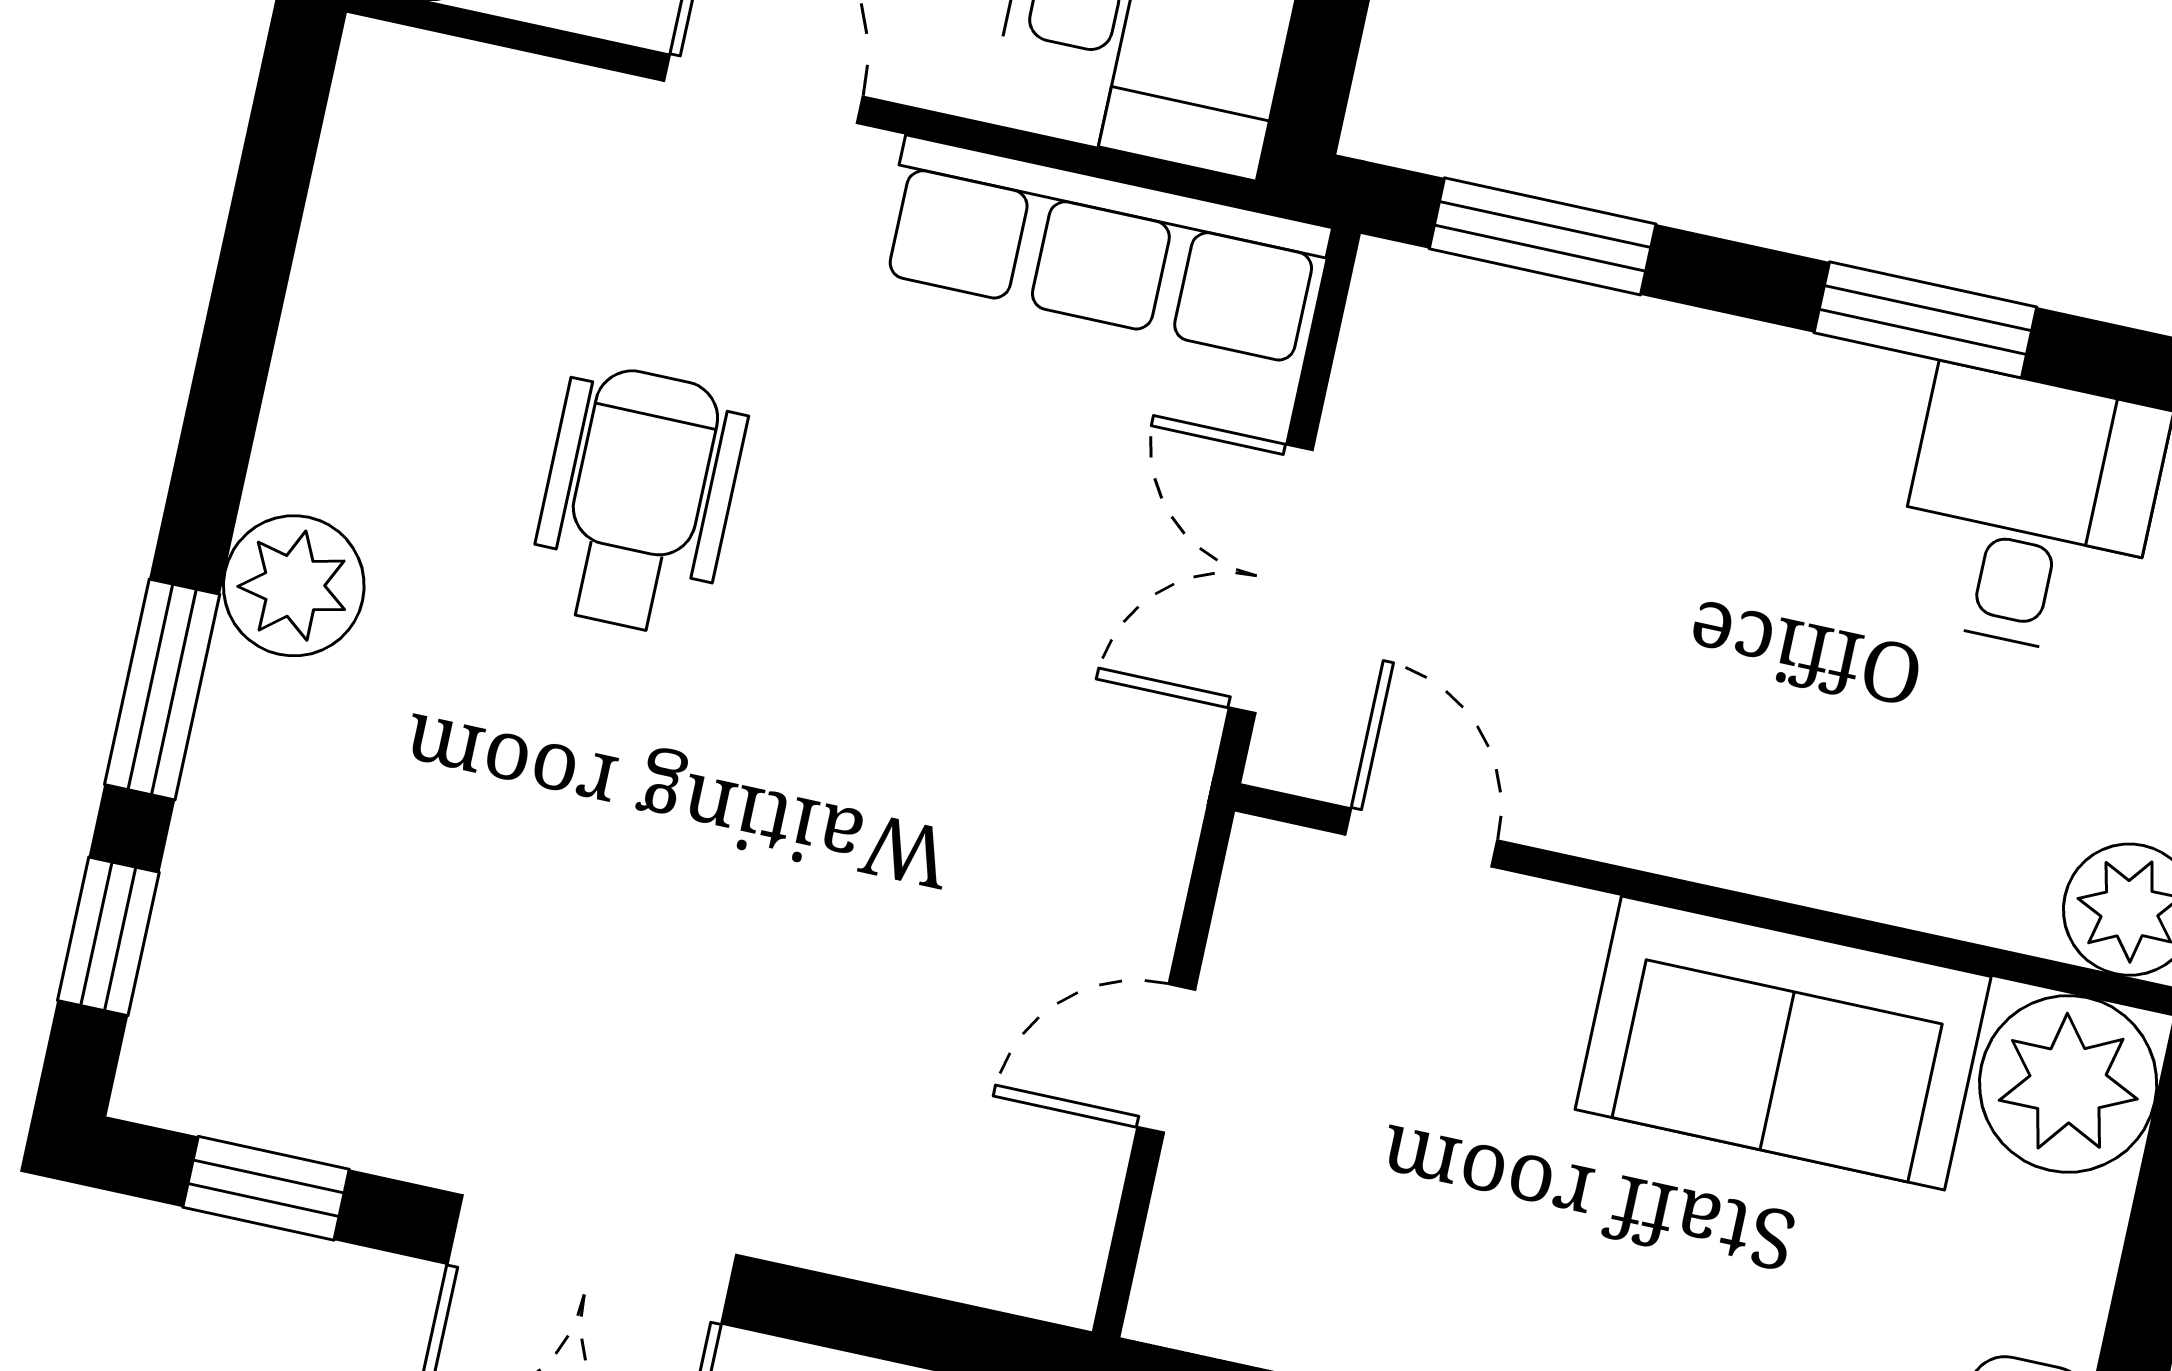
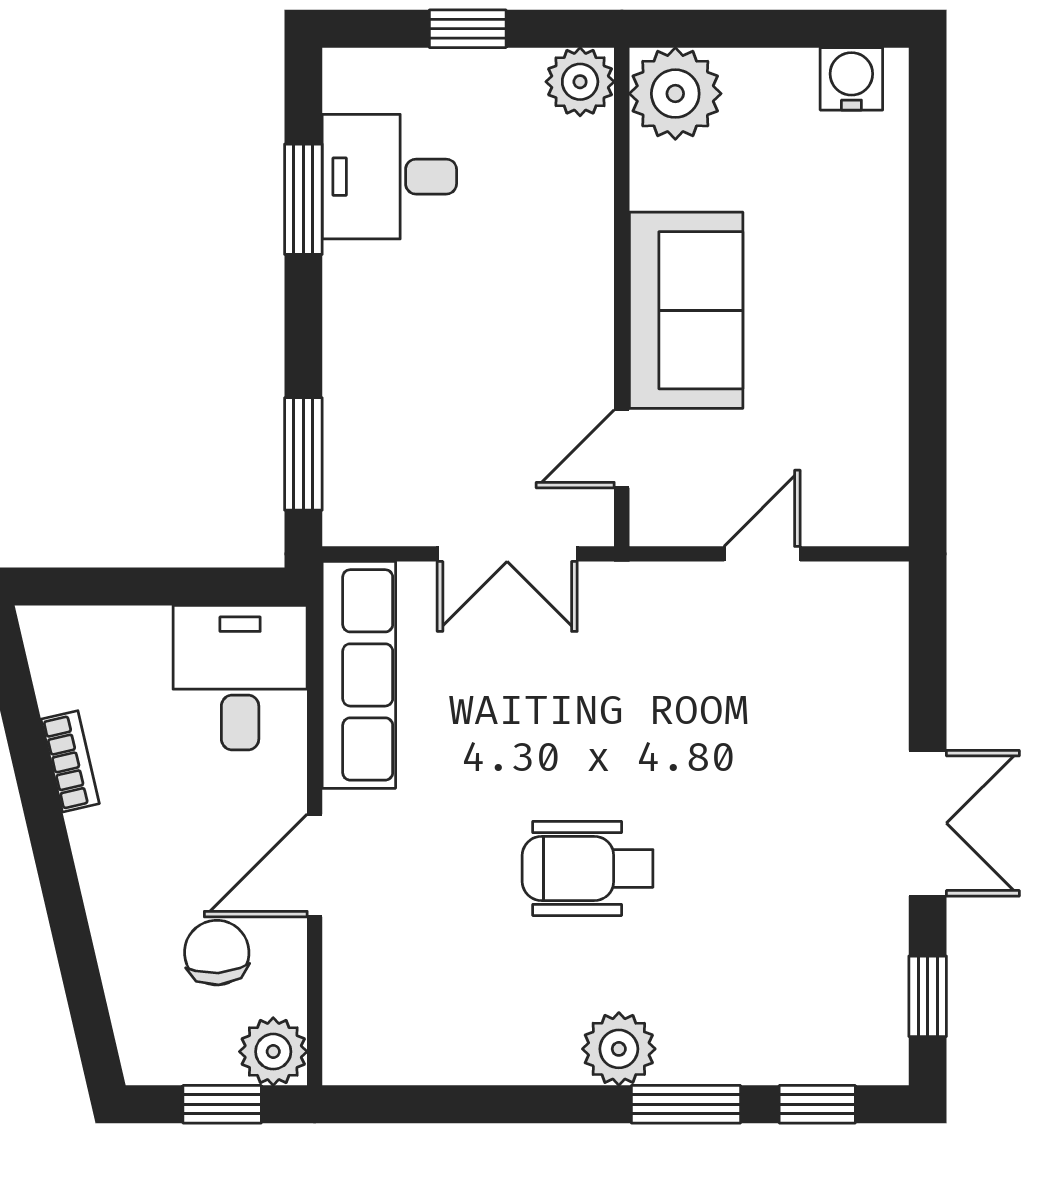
window: (1925, 320) -> (303, 199), moved
wheelchair: (637, 500) -> (588, 868), moved
sofa: (1783, 1043) -> (686, 310), moved
door: (1166, 1058) -> (762, 554), swing flipped

